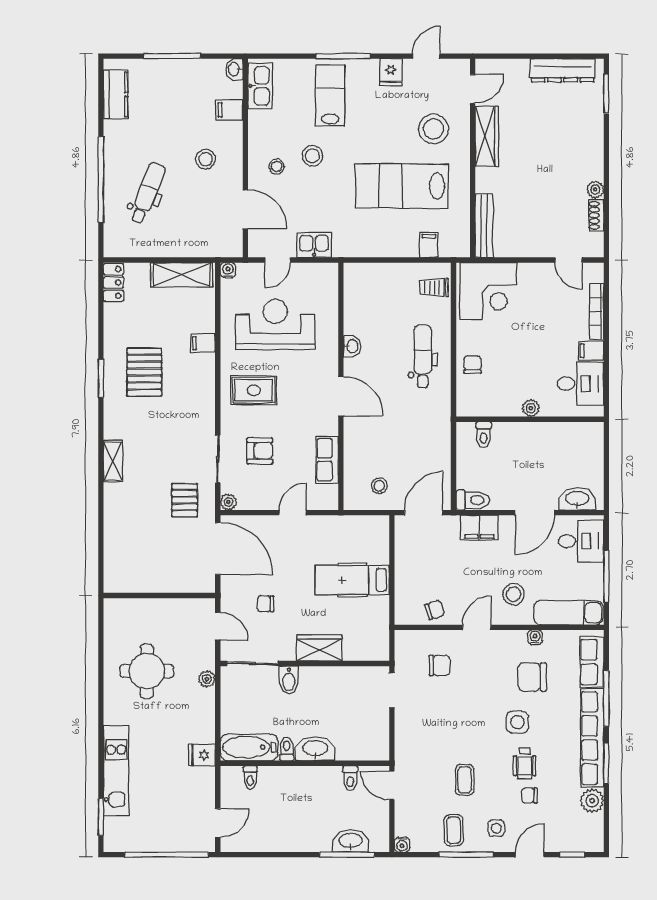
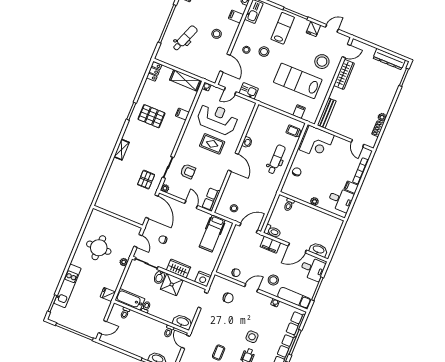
pallet: (144, 372) -> (151, 116), turned 90
rug: (254, 390) -> (212, 144), moved
row of seats: (327, 460) -> (211, 199), moved
door: (293, 513) -> (191, 204), hinge flipped
hospital bed: (352, 580) -> (212, 233), moved, turned -90
nightstand: (375, 648) -> (203, 279), added
chair: (532, 677) -> (267, 320), removed
shower: (319, 685) -> (172, 285), added
washbasin: (315, 749) -> (183, 322), moved

